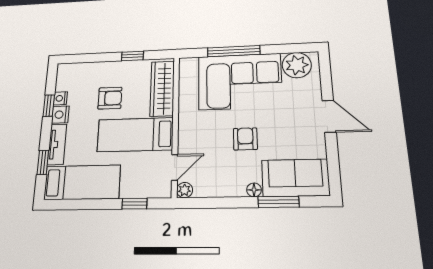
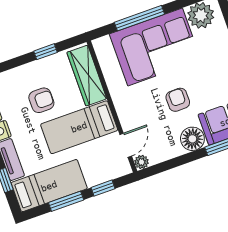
floor lamp: (254, 190) -> (192, 139), width x1.89, depth x1.89
window: (92, 204) -> (66, 201), added

